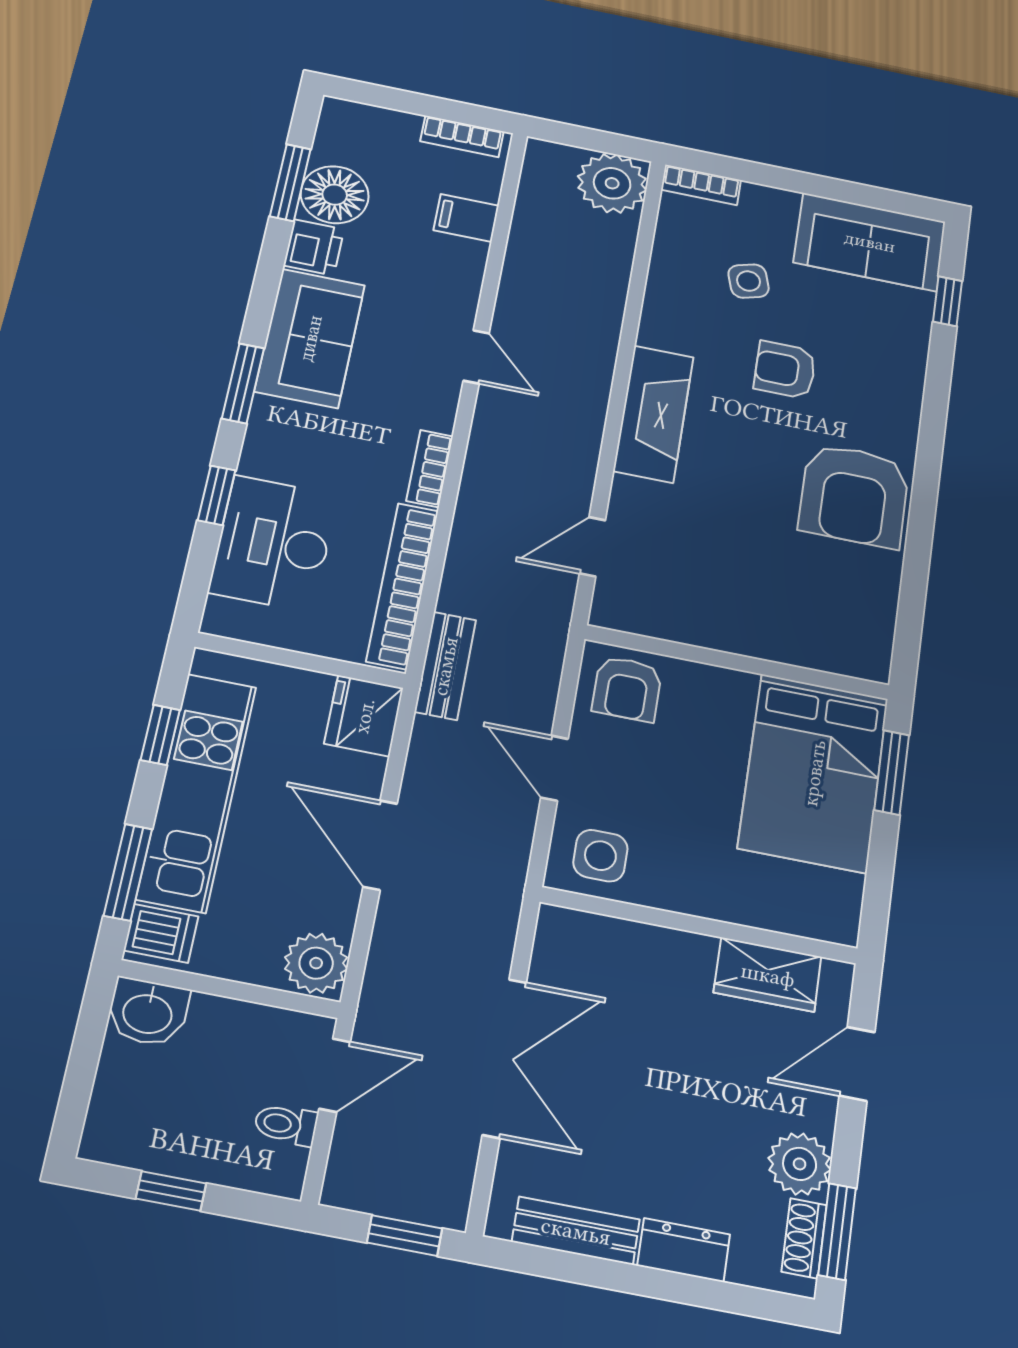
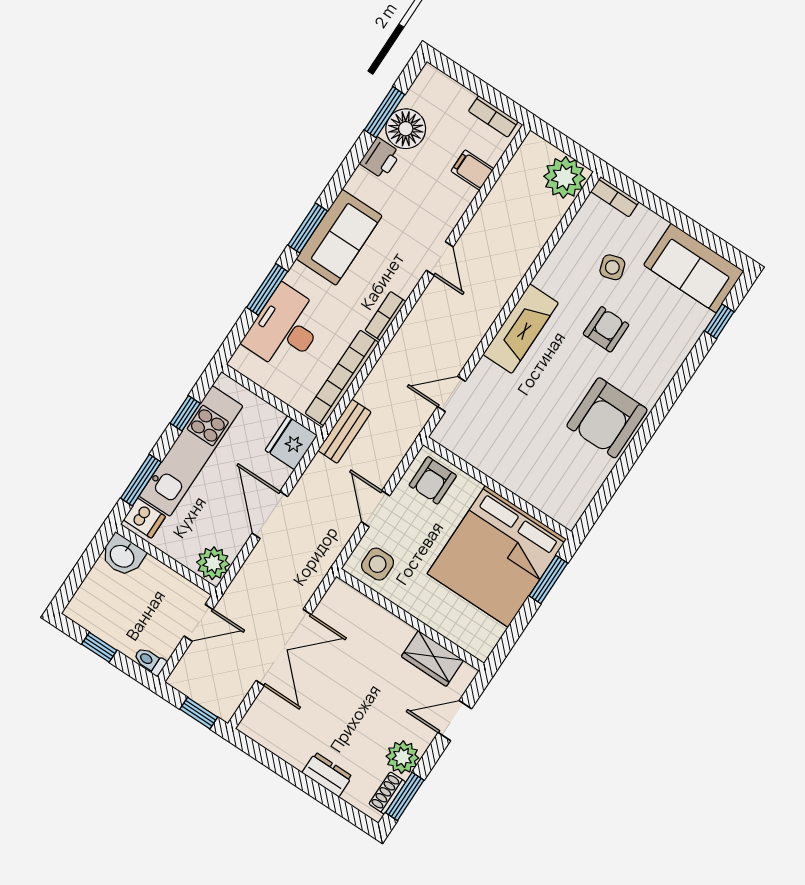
sofa: (310, 338) -> (339, 237), moved
armchair: (785, 370) -> (606, 329), turned 90
window: (217, 495) -> (267, 289), width x1.50
bed: (814, 773) -> (497, 556), width x1.36
toilet: (286, 1125) -> (150, 661), moved
bench: (576, 1231) -> (280, 744), removed

